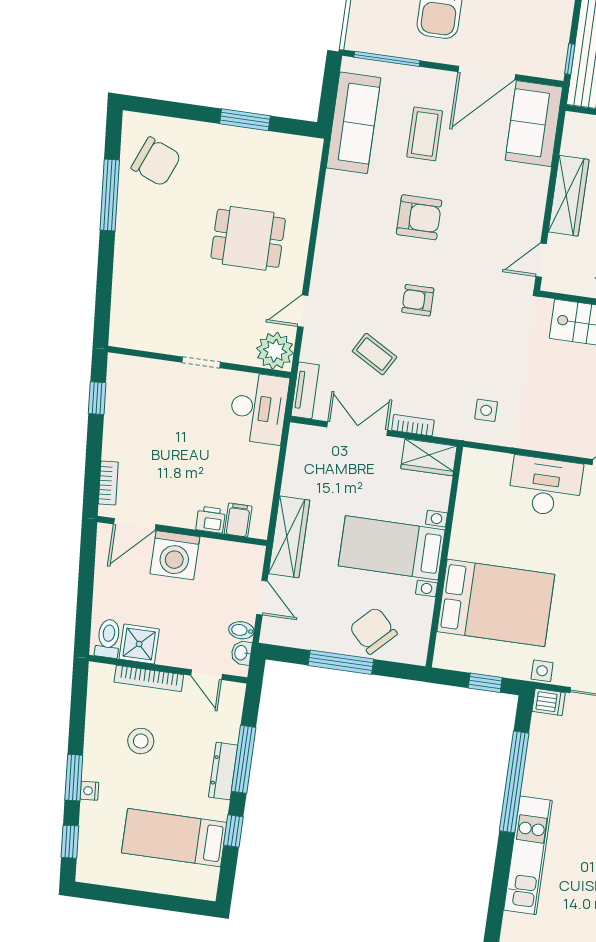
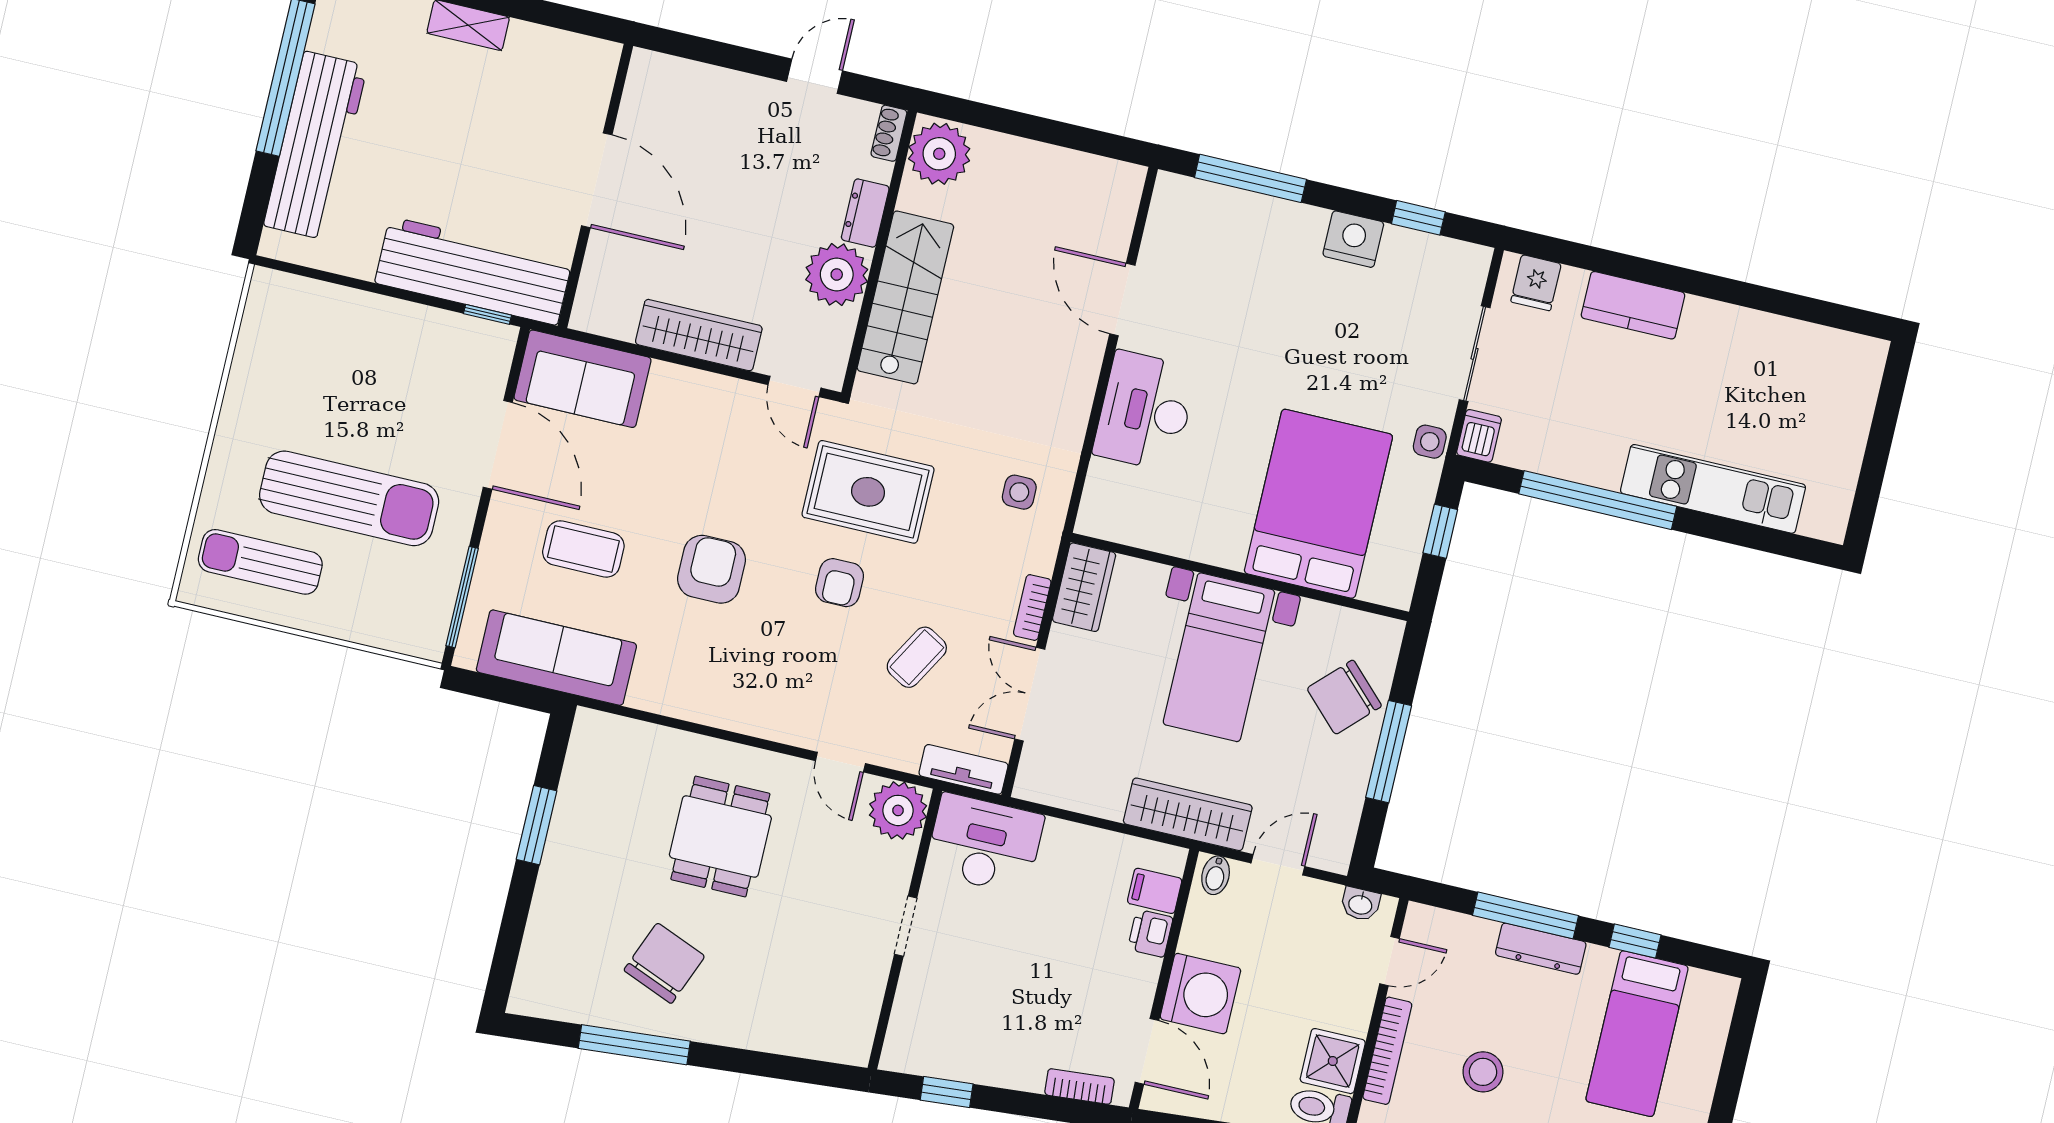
chair: (156, 162) -> (664, 963), moved
rug: (478, 313) -> (868, 492), added
bidet: (241, 630) -> (1216, 875), moved

